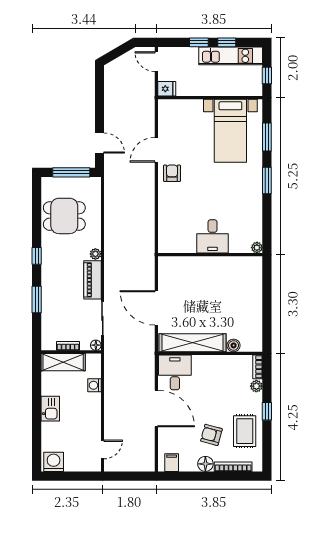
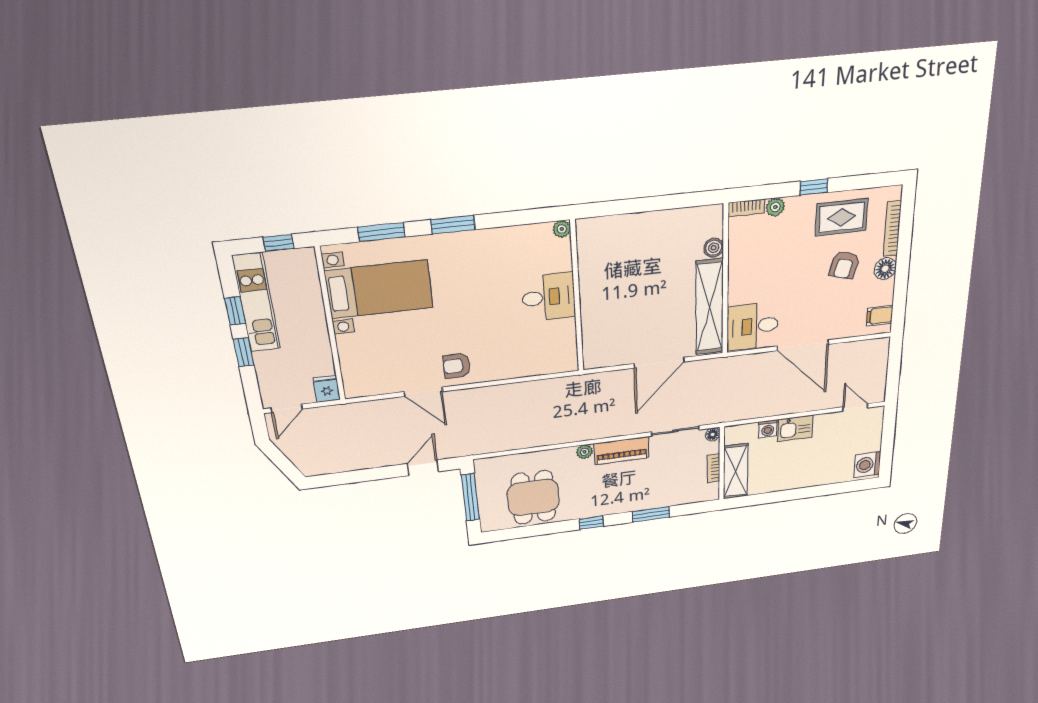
kitchen sink: (50, 409) -> (795, 428), moved, turned 180
door: (156, 409) -> (803, 345), swing flipped

